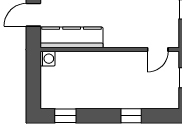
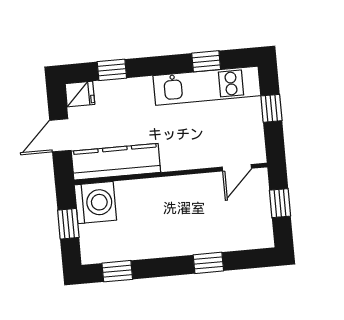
washing machine: (48, 59) -> (95, 203), width x1.89, depth x1.89
window: (33, 79) -> (68, 224), added

